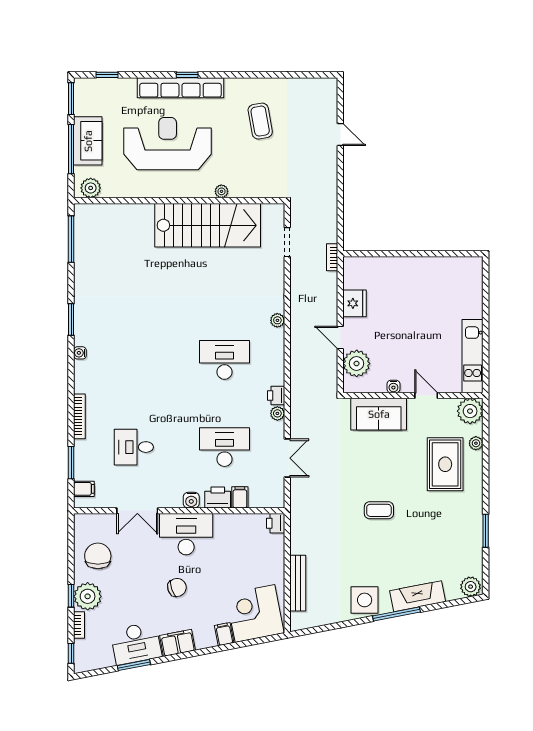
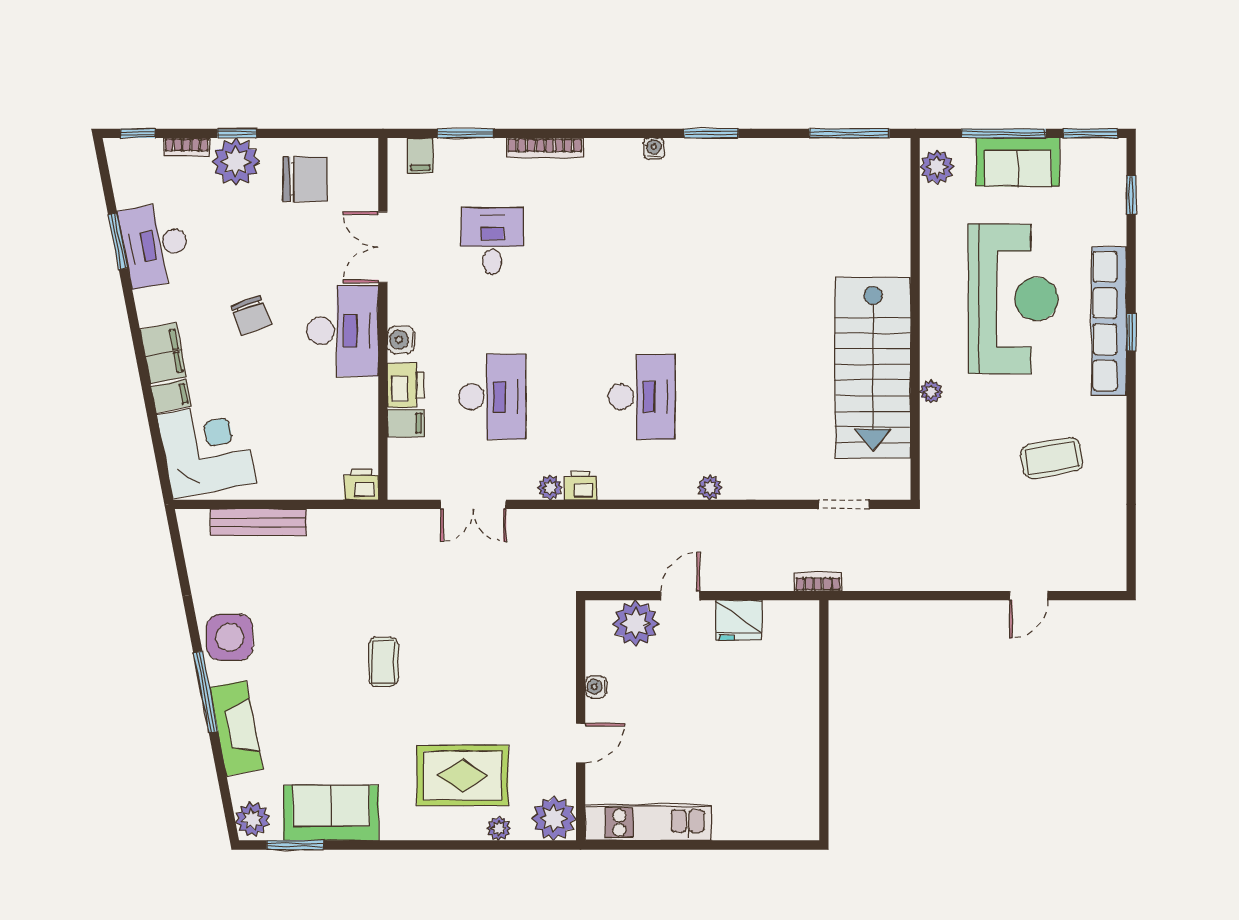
sofa: (379, 414) -> (331, 813), moved, turned 90
window: (486, 531) -> (295, 845), moved
filing cabinet: (178, 643) -> (163, 353), moved

